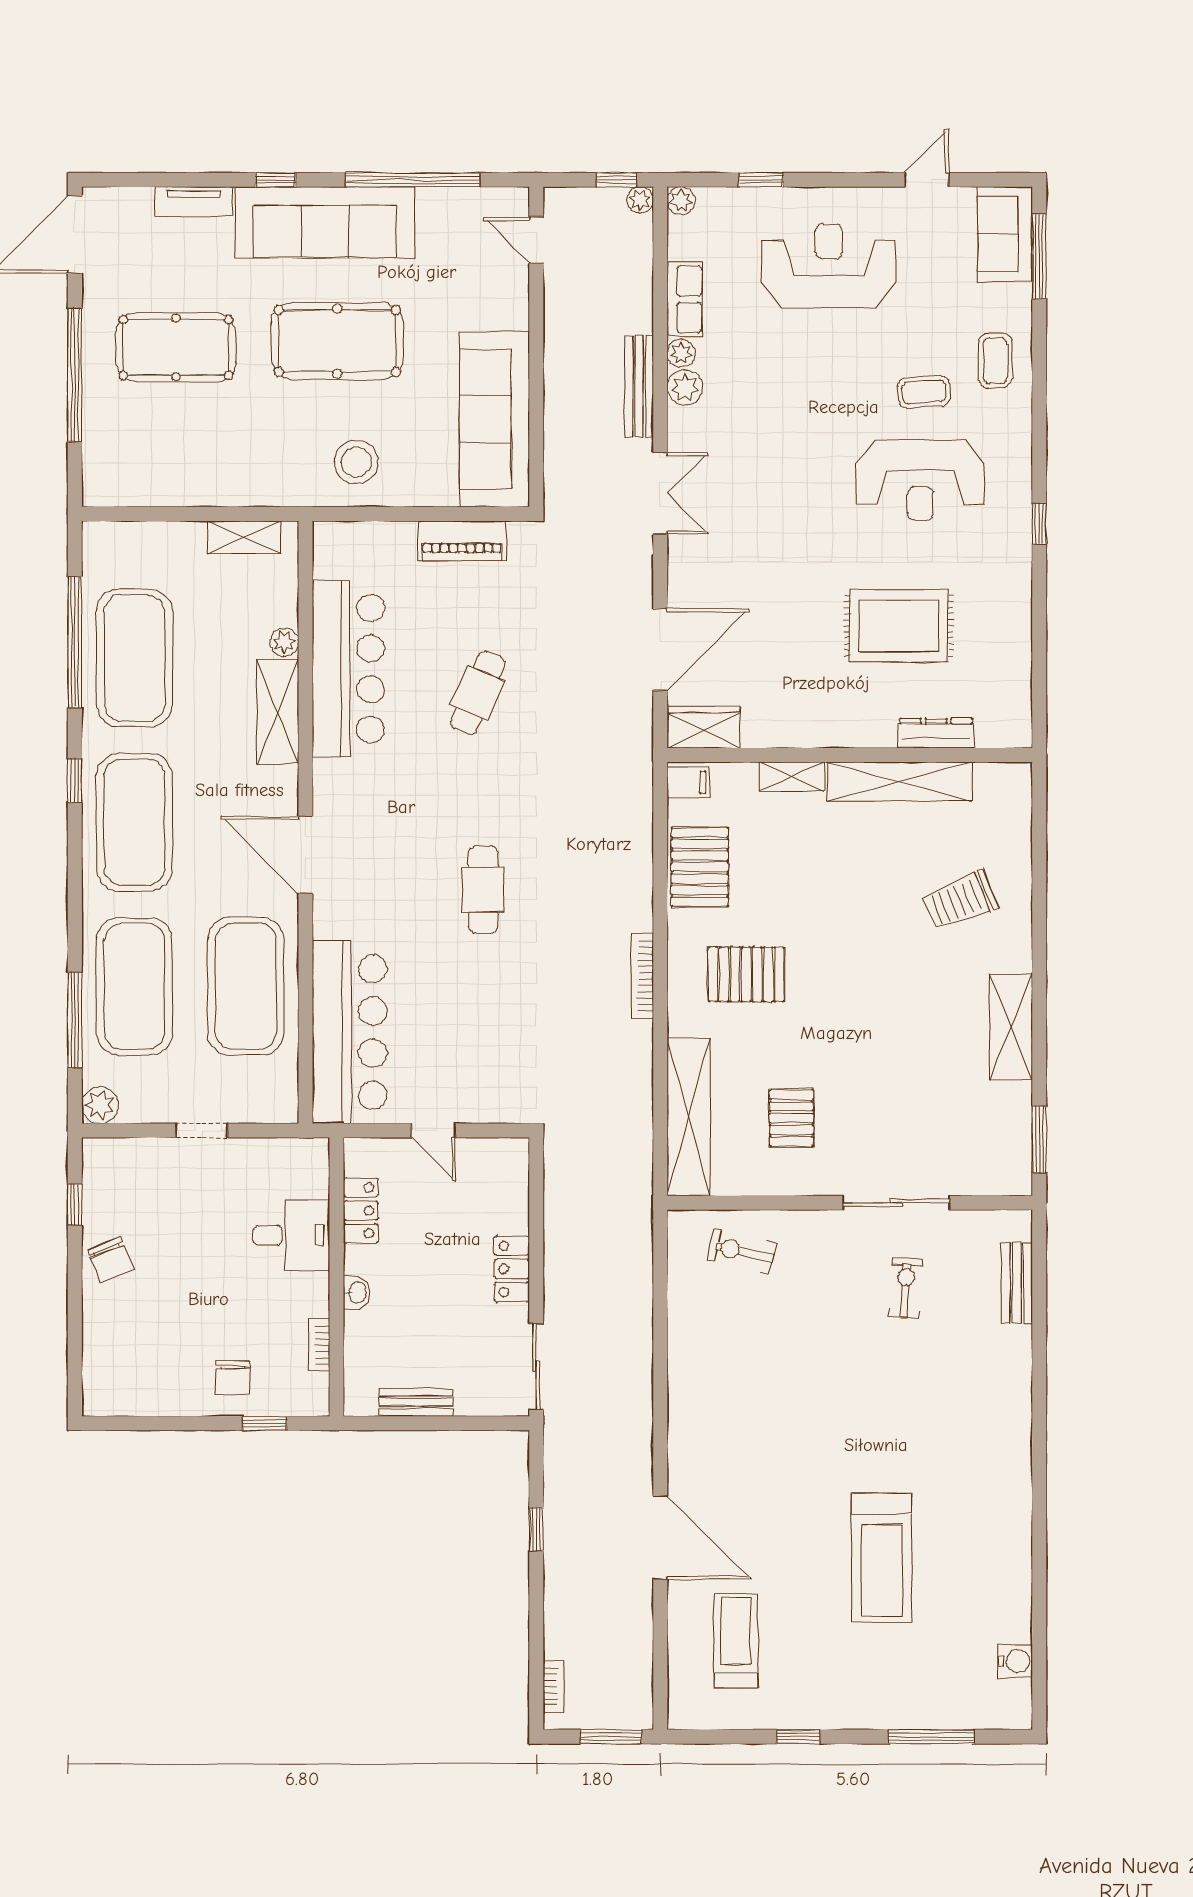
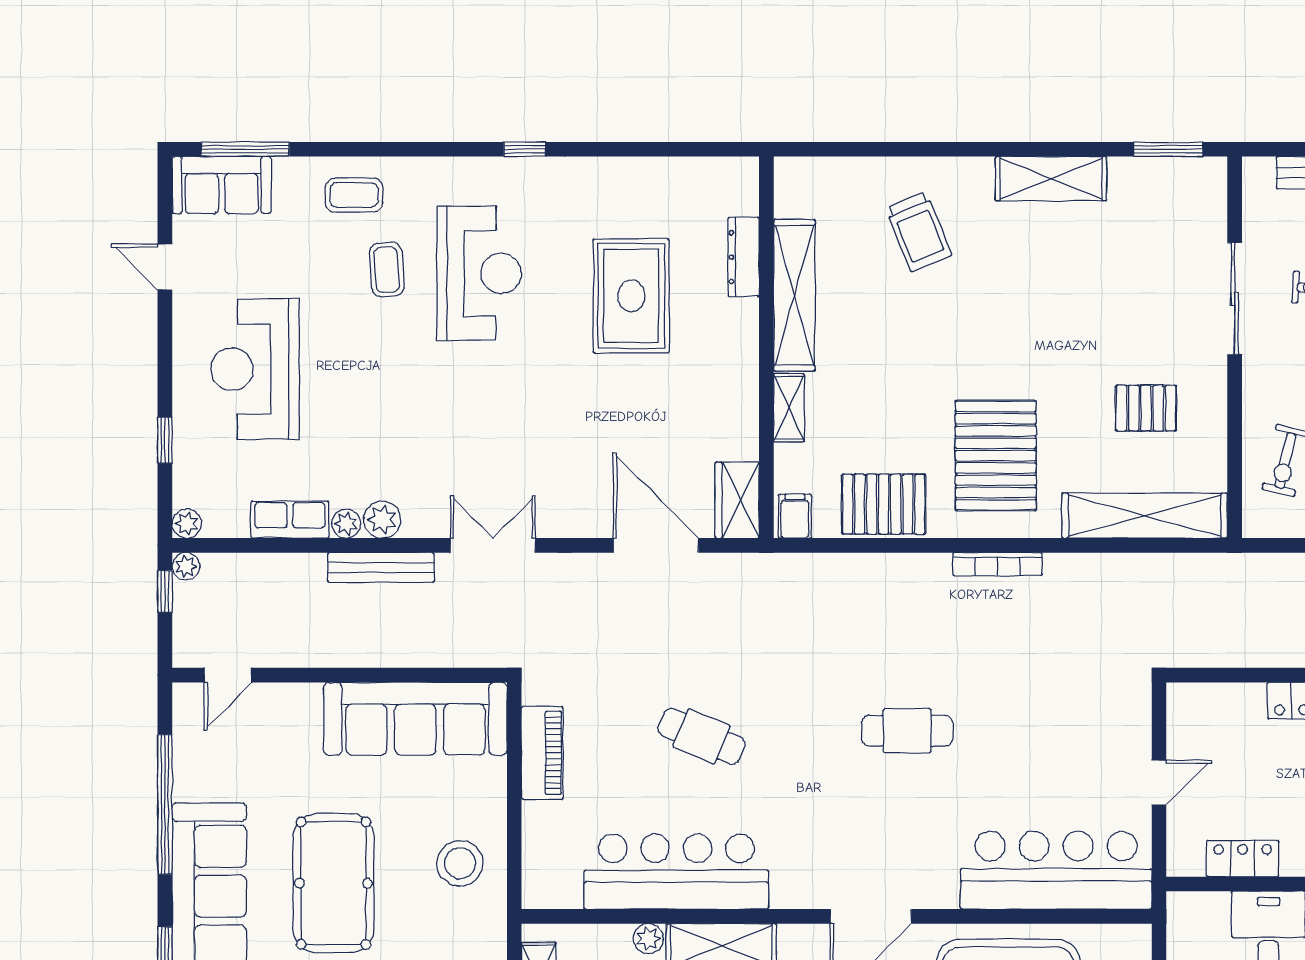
pallet: (746, 974) -> (996, 456), width x1.37, depth x1.41

